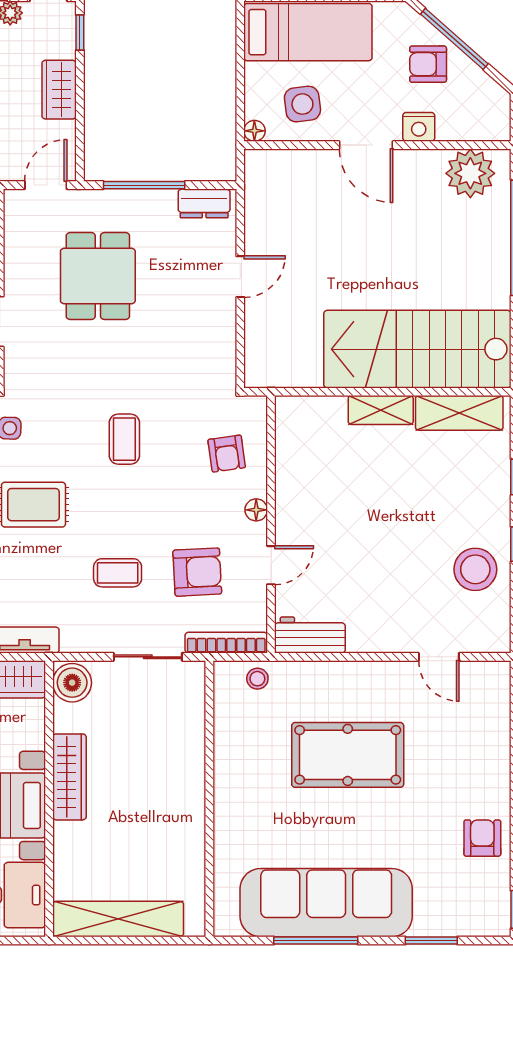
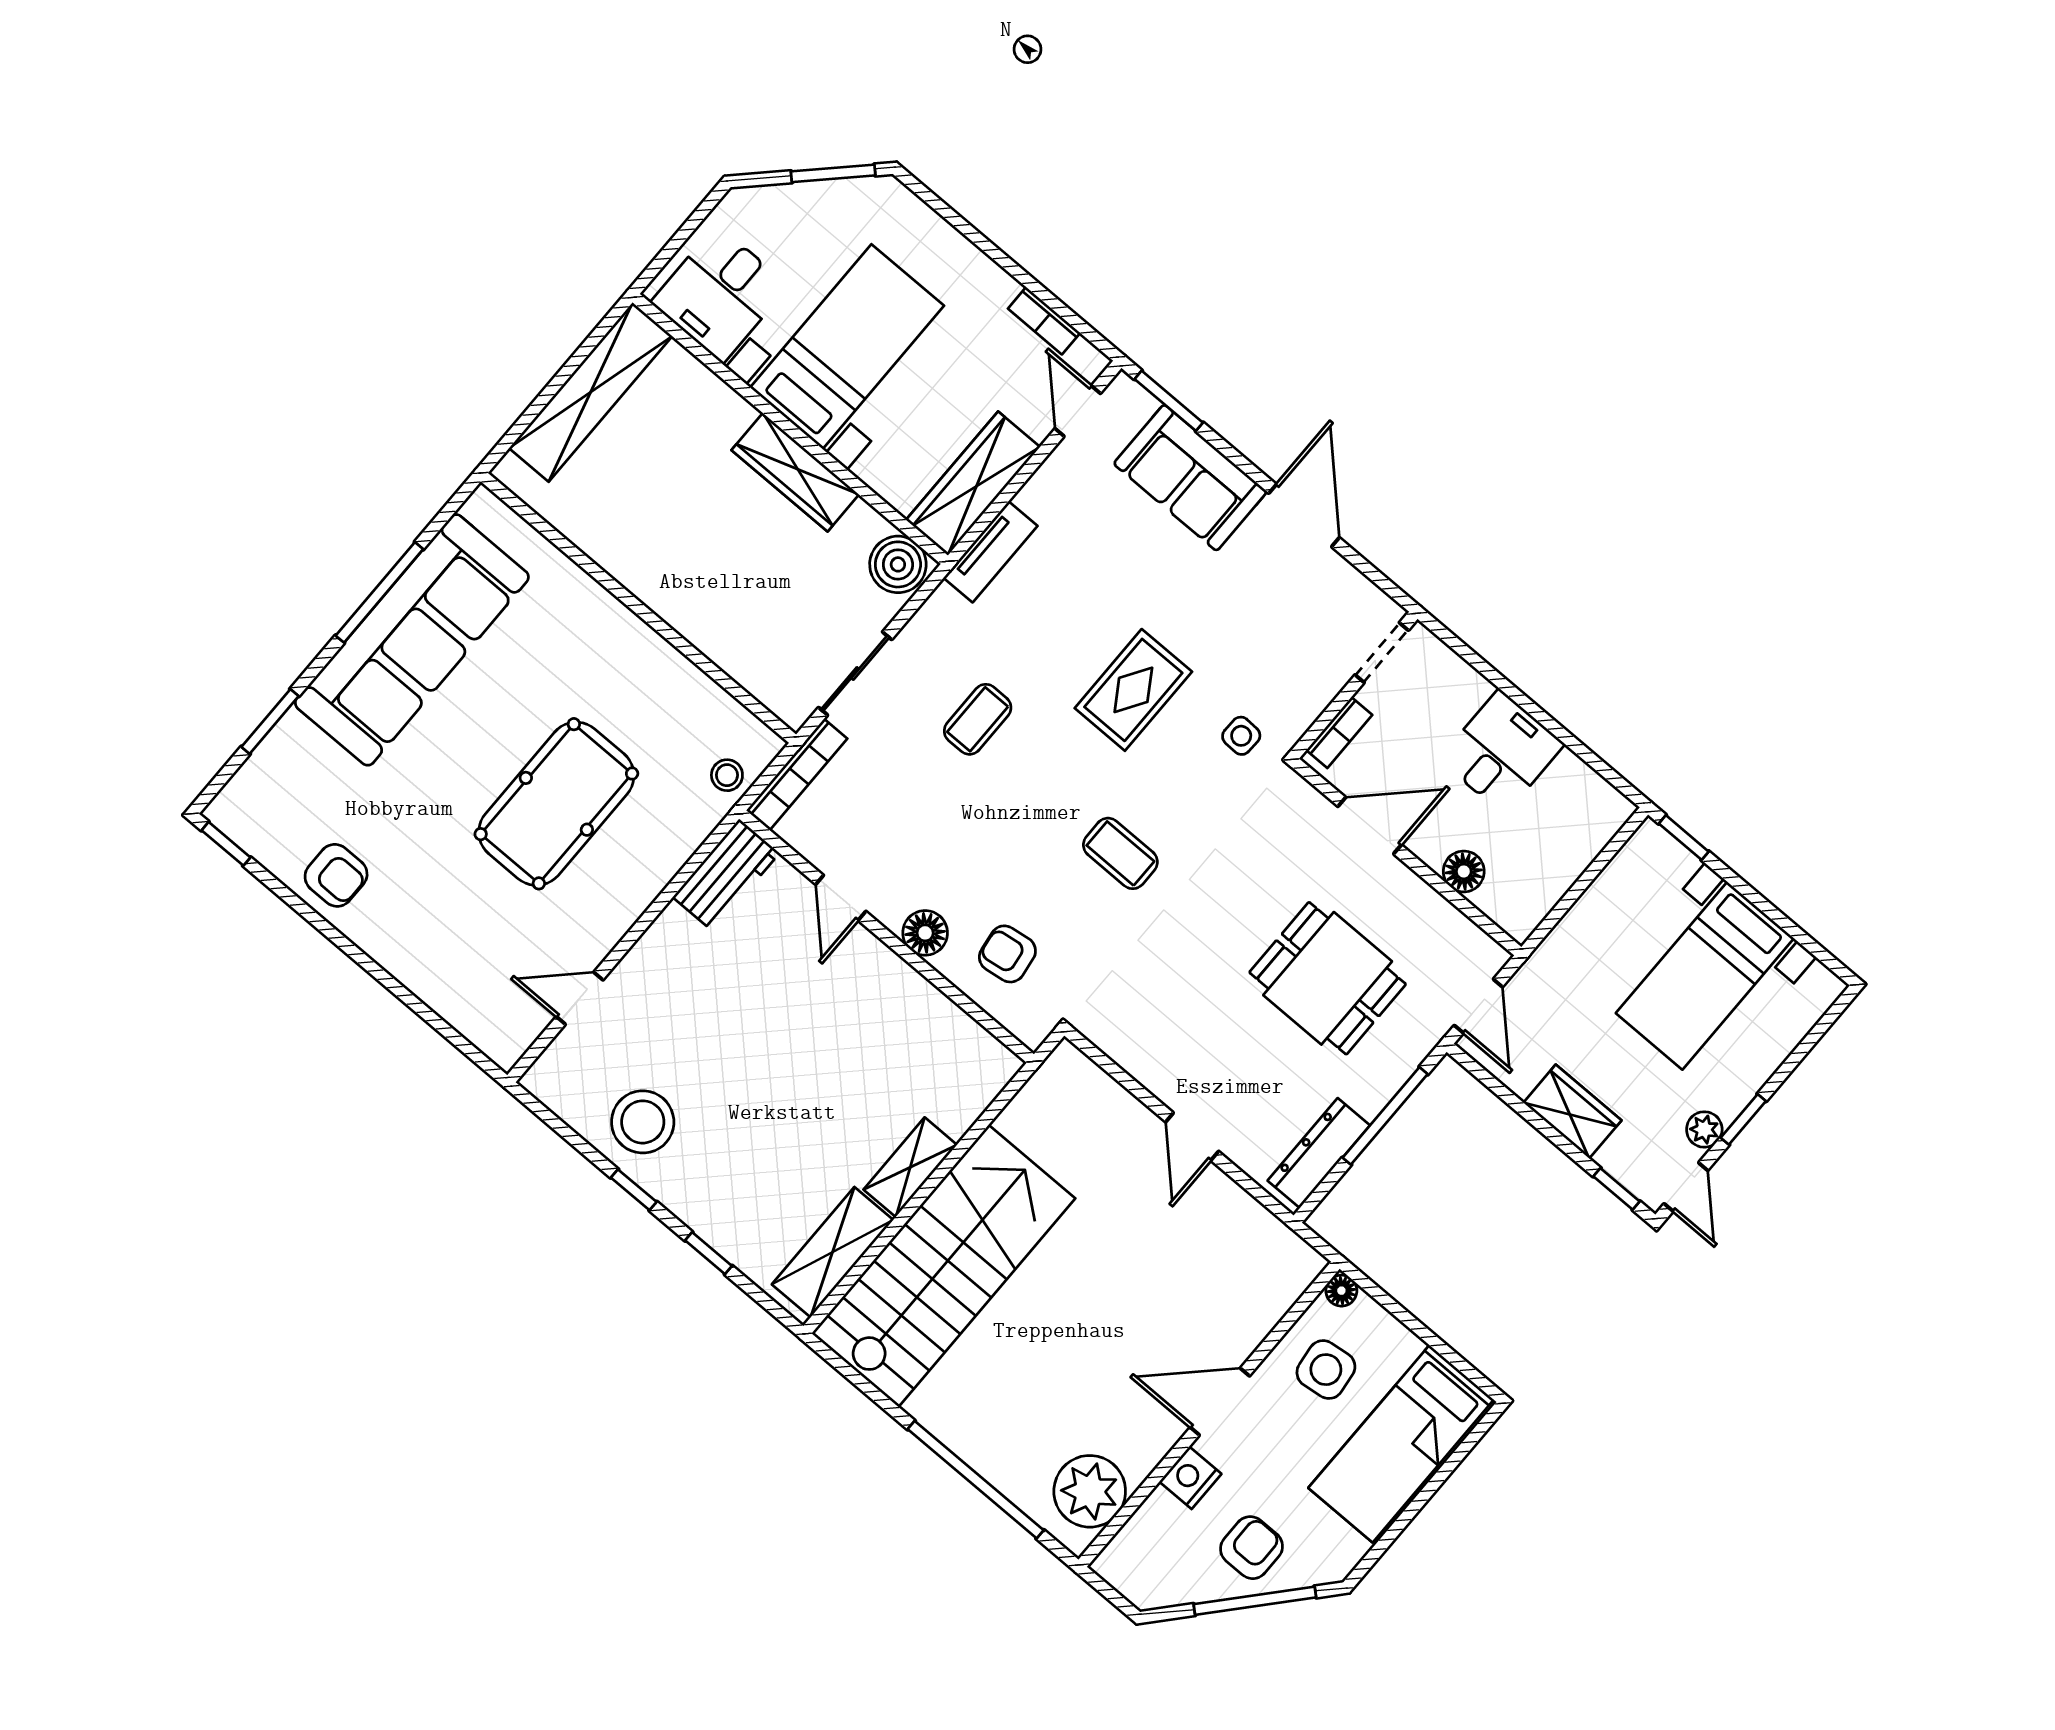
dresser: (204, 203) -> (1319, 1153), width x1.44
floor lamp: (256, 510) -> (925, 933), width x1.37, depth x1.37
armchair: (197, 572) -> (903, 809), removed

